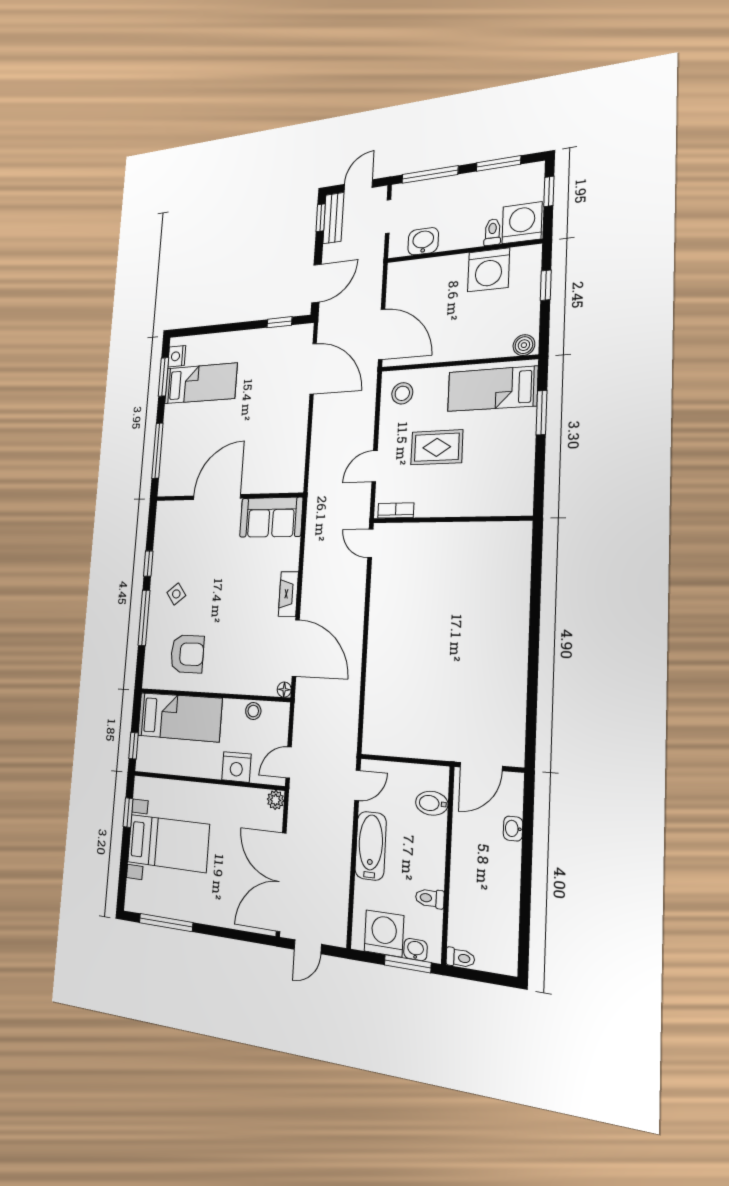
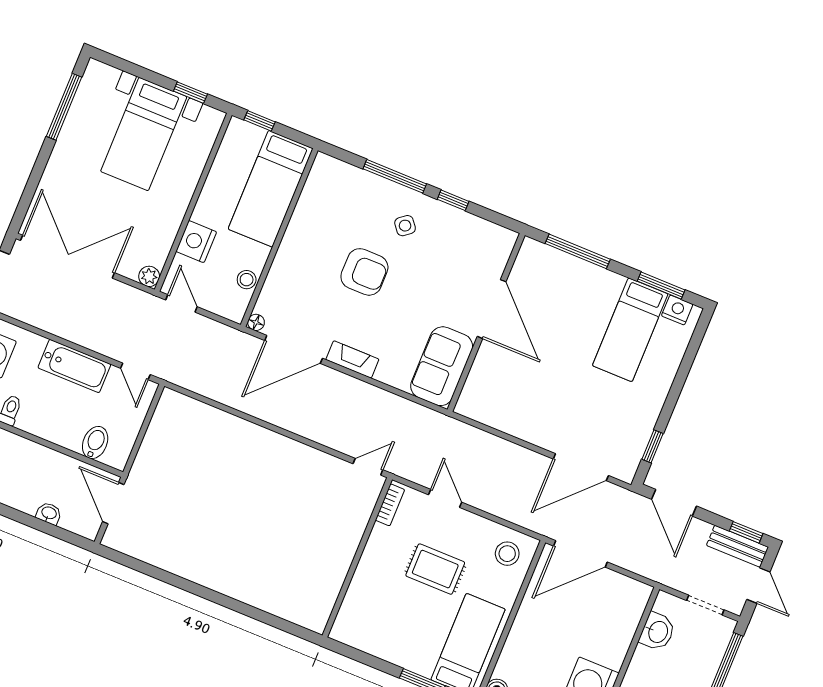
rug: (437, 447) -> (435, 569), turned 90
armchair: (187, 654) -> (364, 272), moved, turned -90

